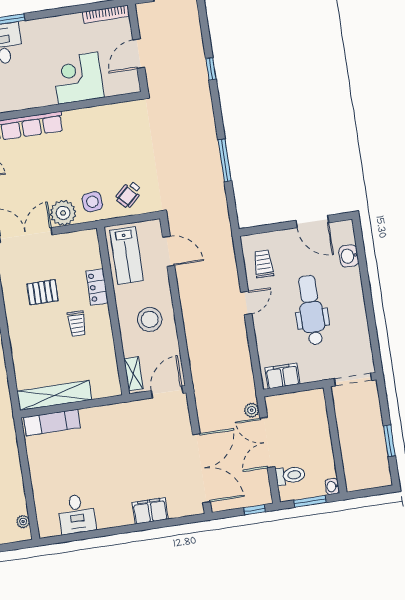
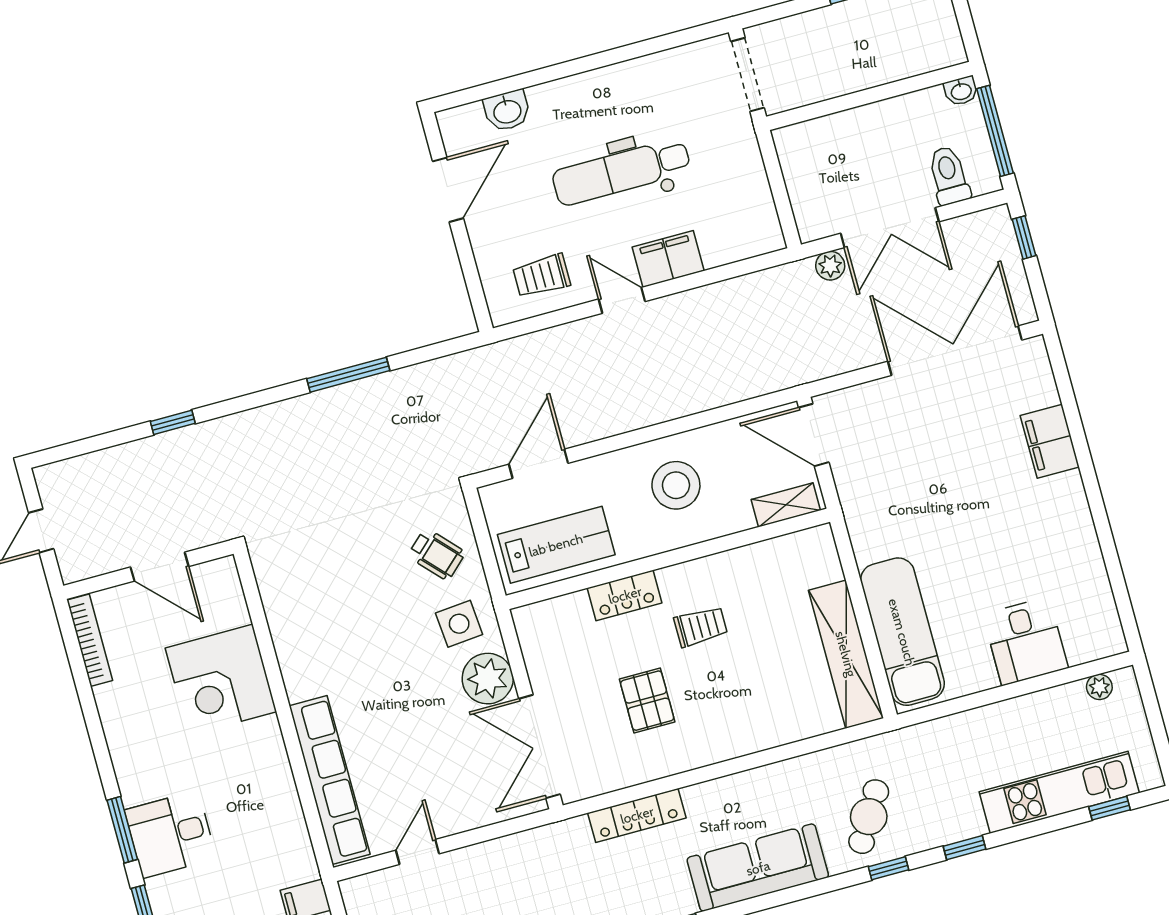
filing cabinet: (282, 376) -> (668, 259), moved, turned 90
exam couch: (52, 422) -> (902, 632), width x1.36, depth x1.45
window: (310, 501) -> (995, 131), width x1.44
desk: (77, 514) -> (1025, 641), moved, turned 90

